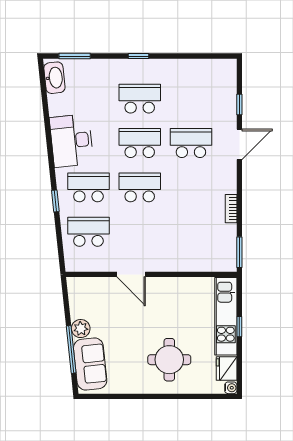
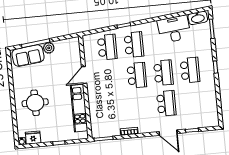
desk: (72, 141) -> (174, 29), moved
kitchen unit: (226, 316) -> (79, 108), moved, turned -90

